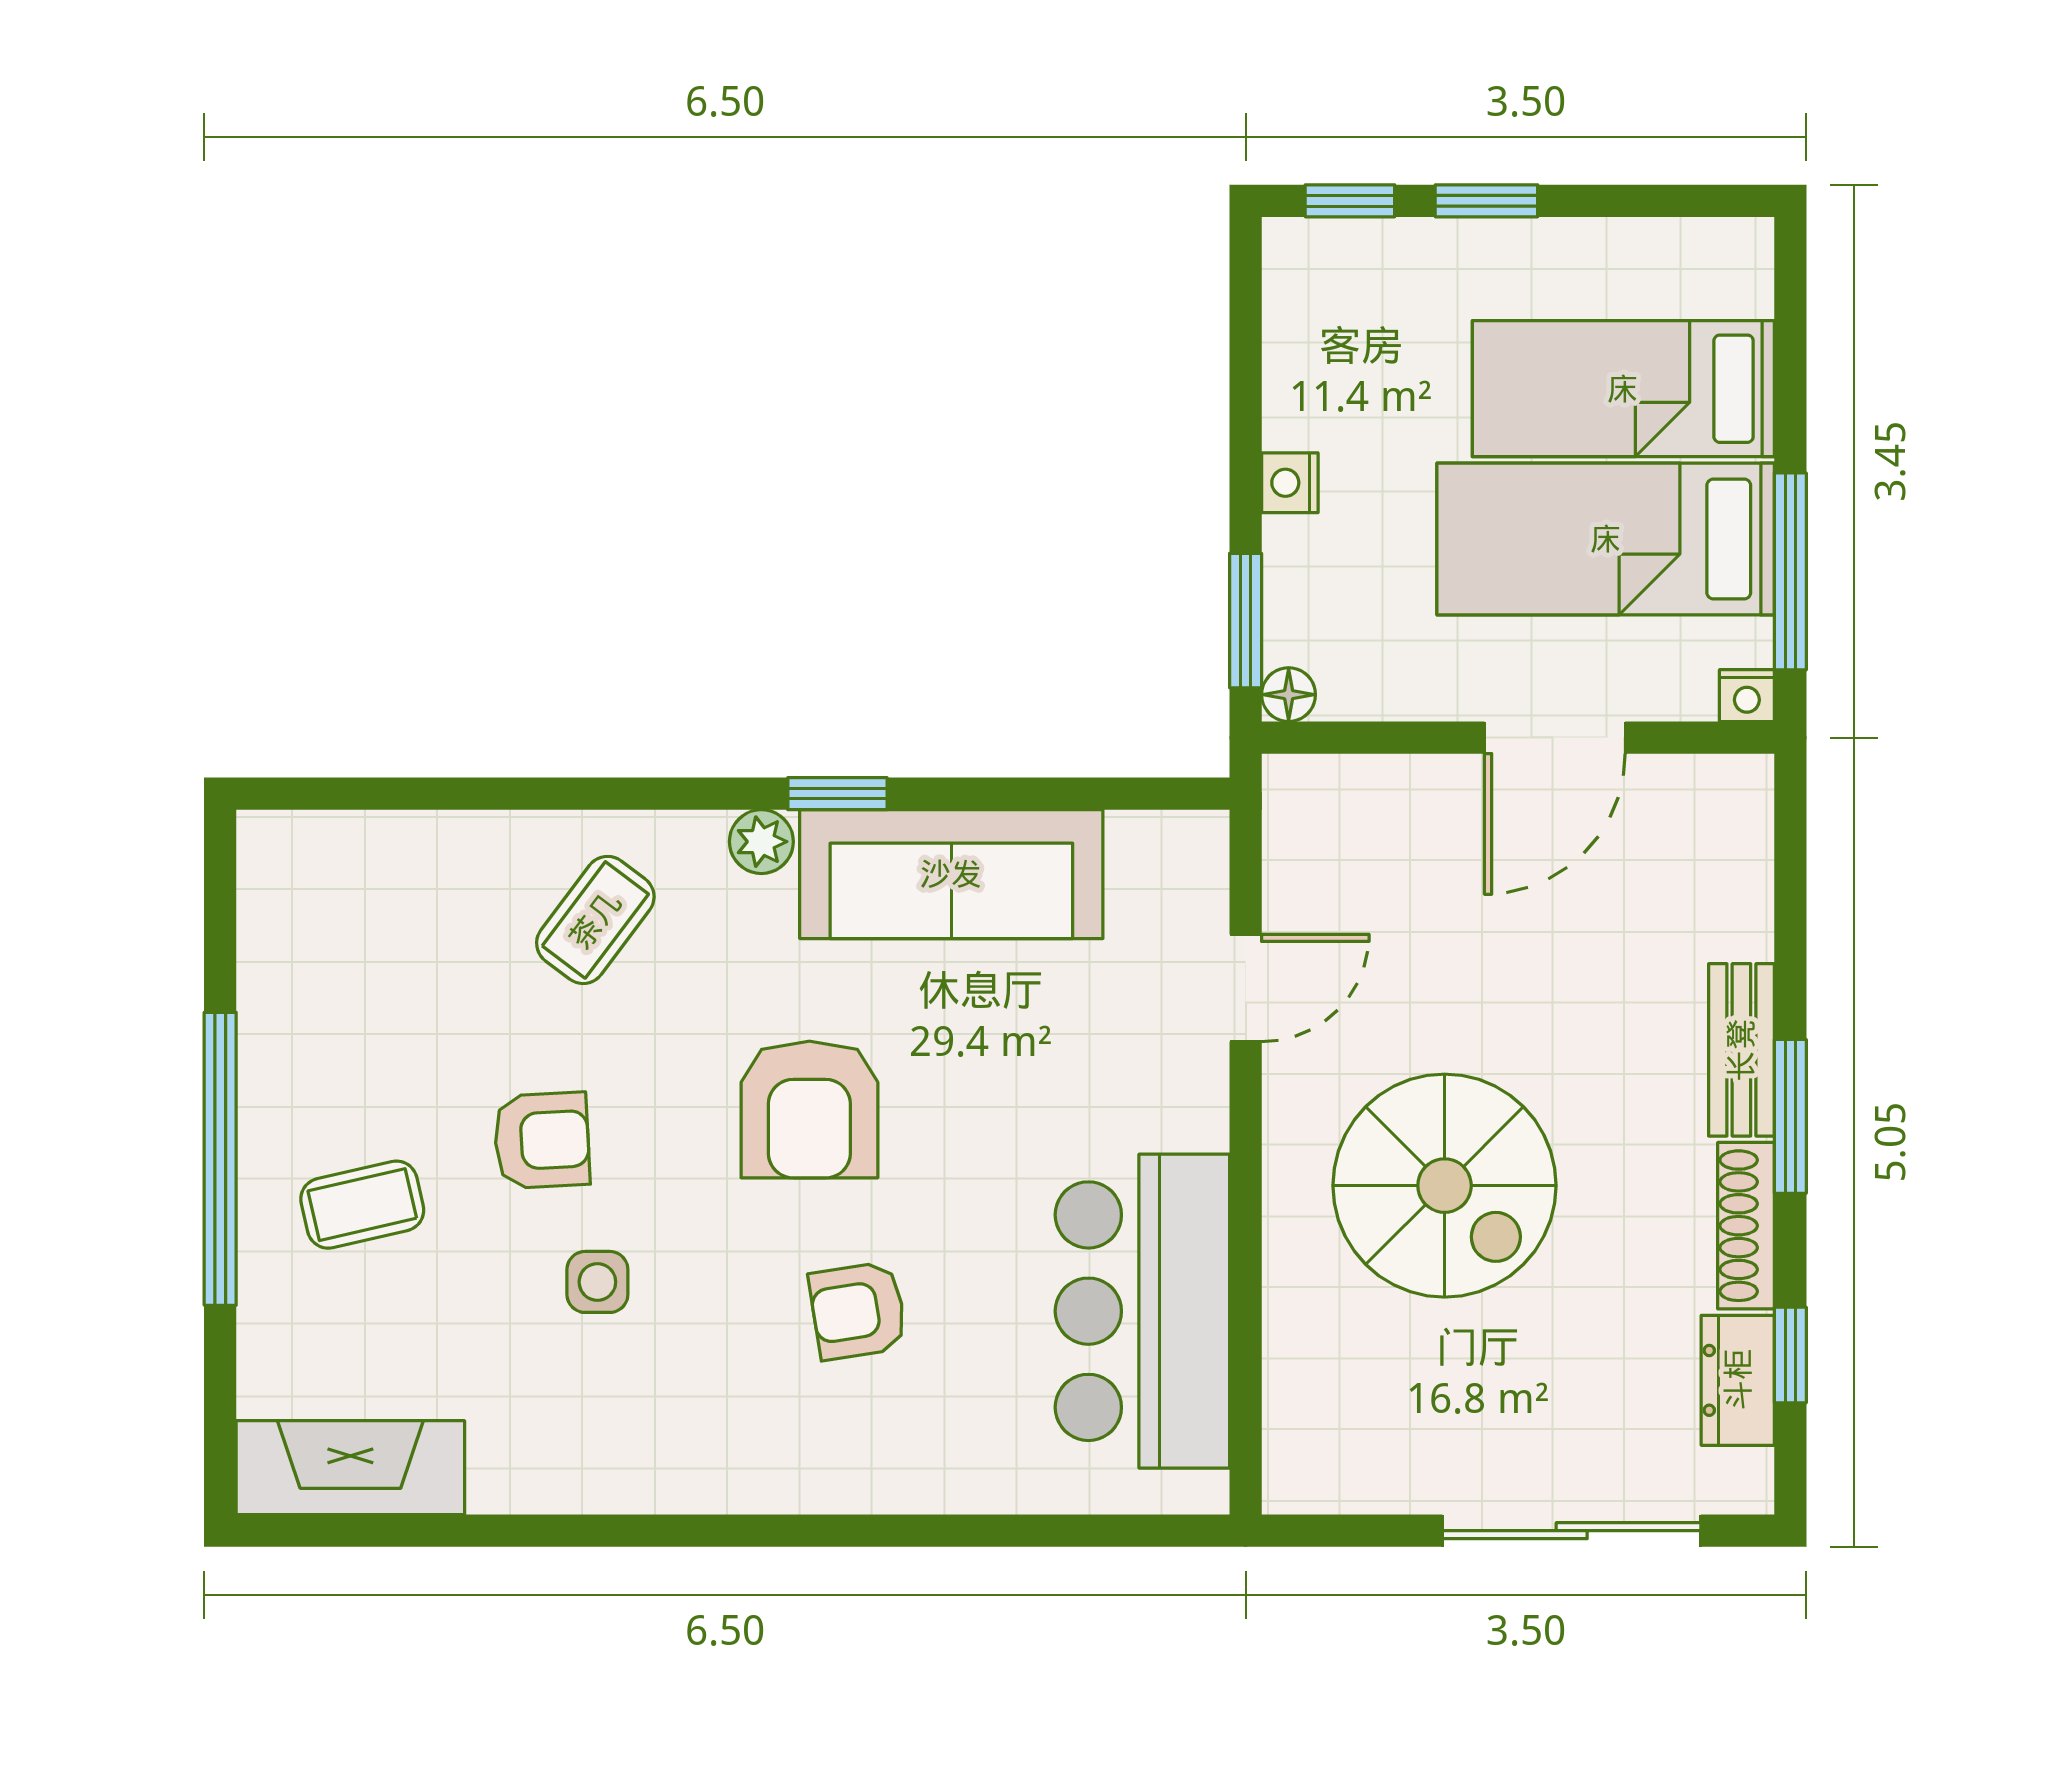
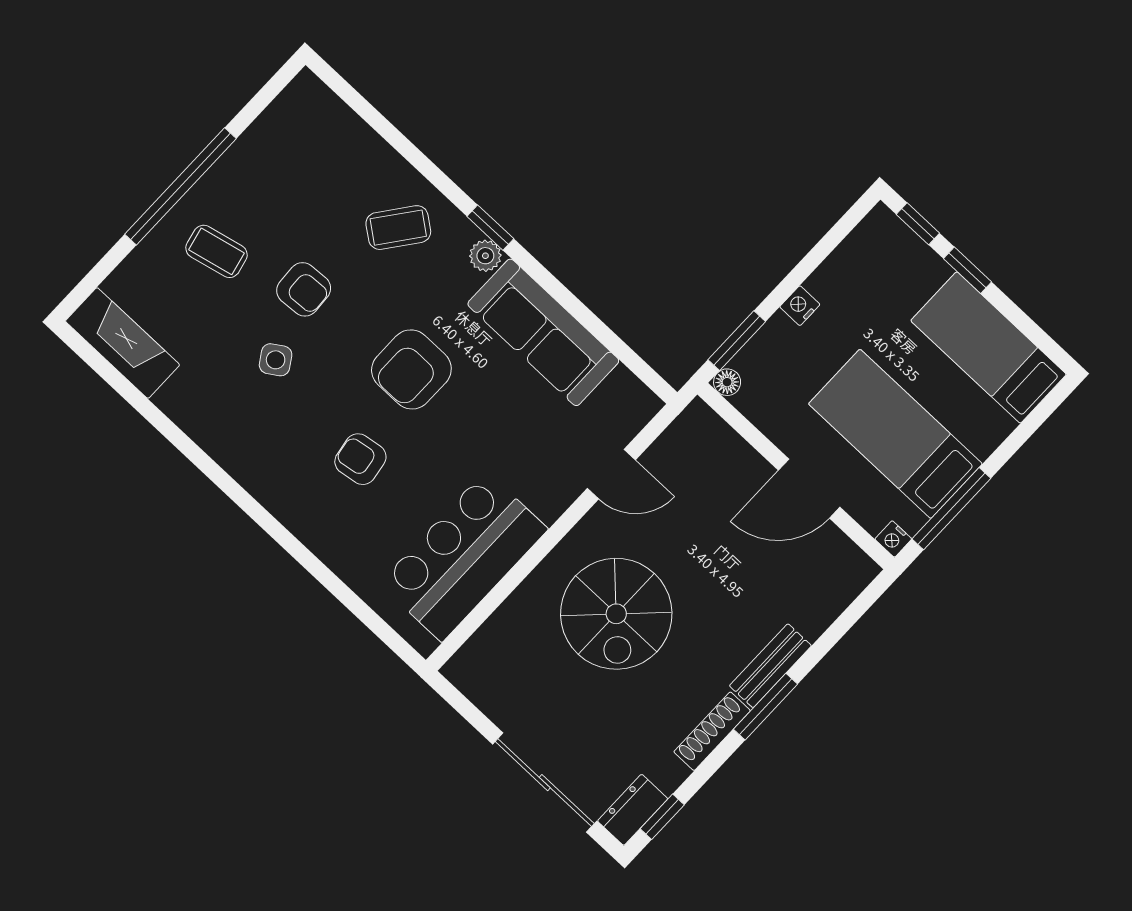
bed: (1623, 389) -> (989, 347), moved
window: (837, 794) -> (490, 228), moved
side table: (597, 1282) -> (276, 360), turned -33
window: (1790, 1355) -> (662, 817), moved
dresser: (1738, 1380) -> (633, 810), moved

